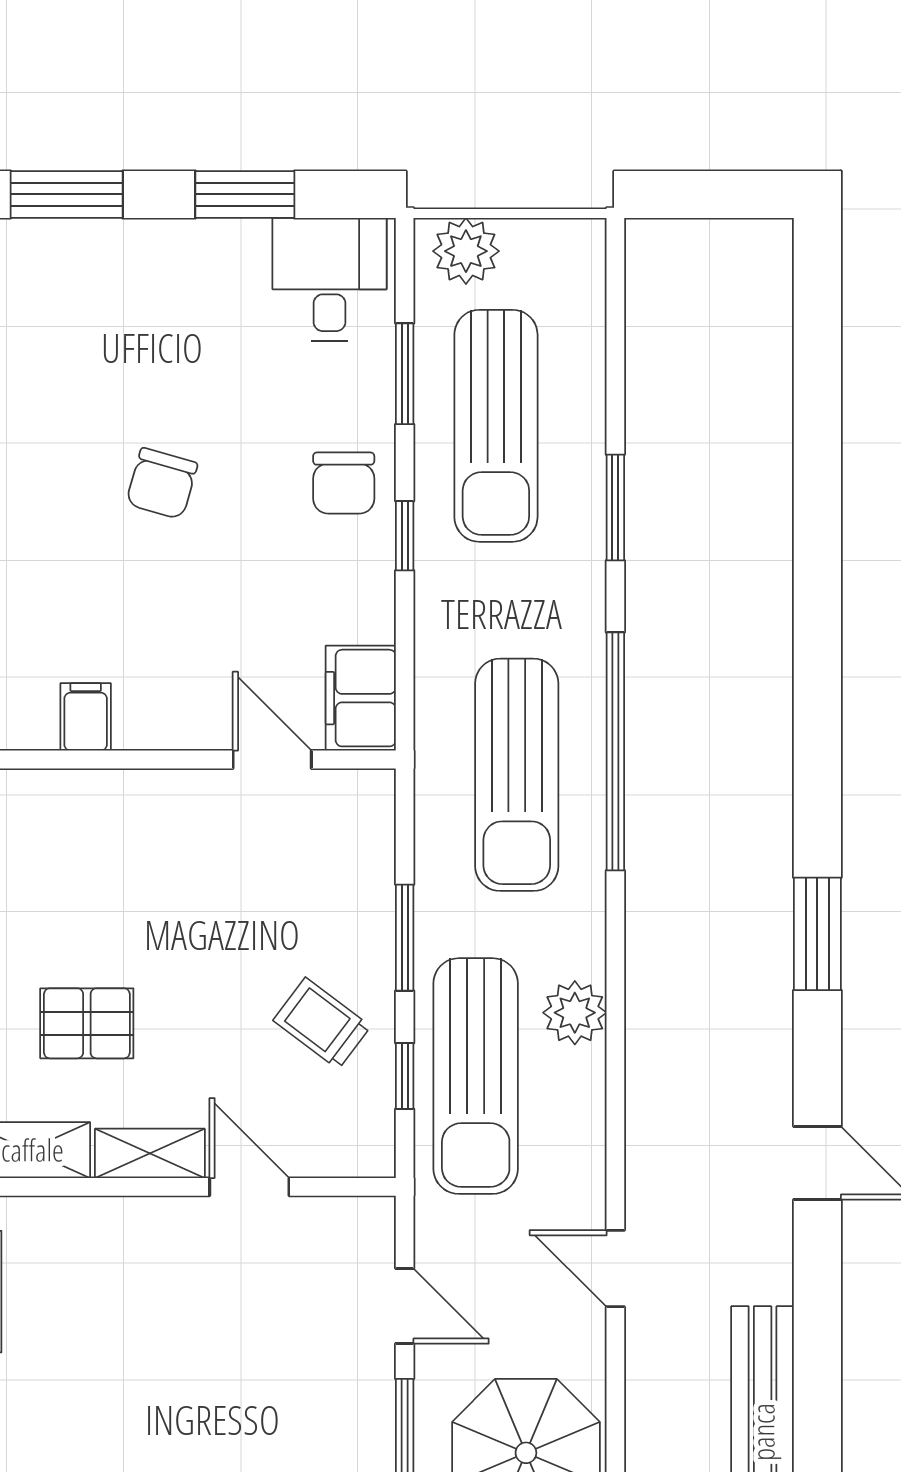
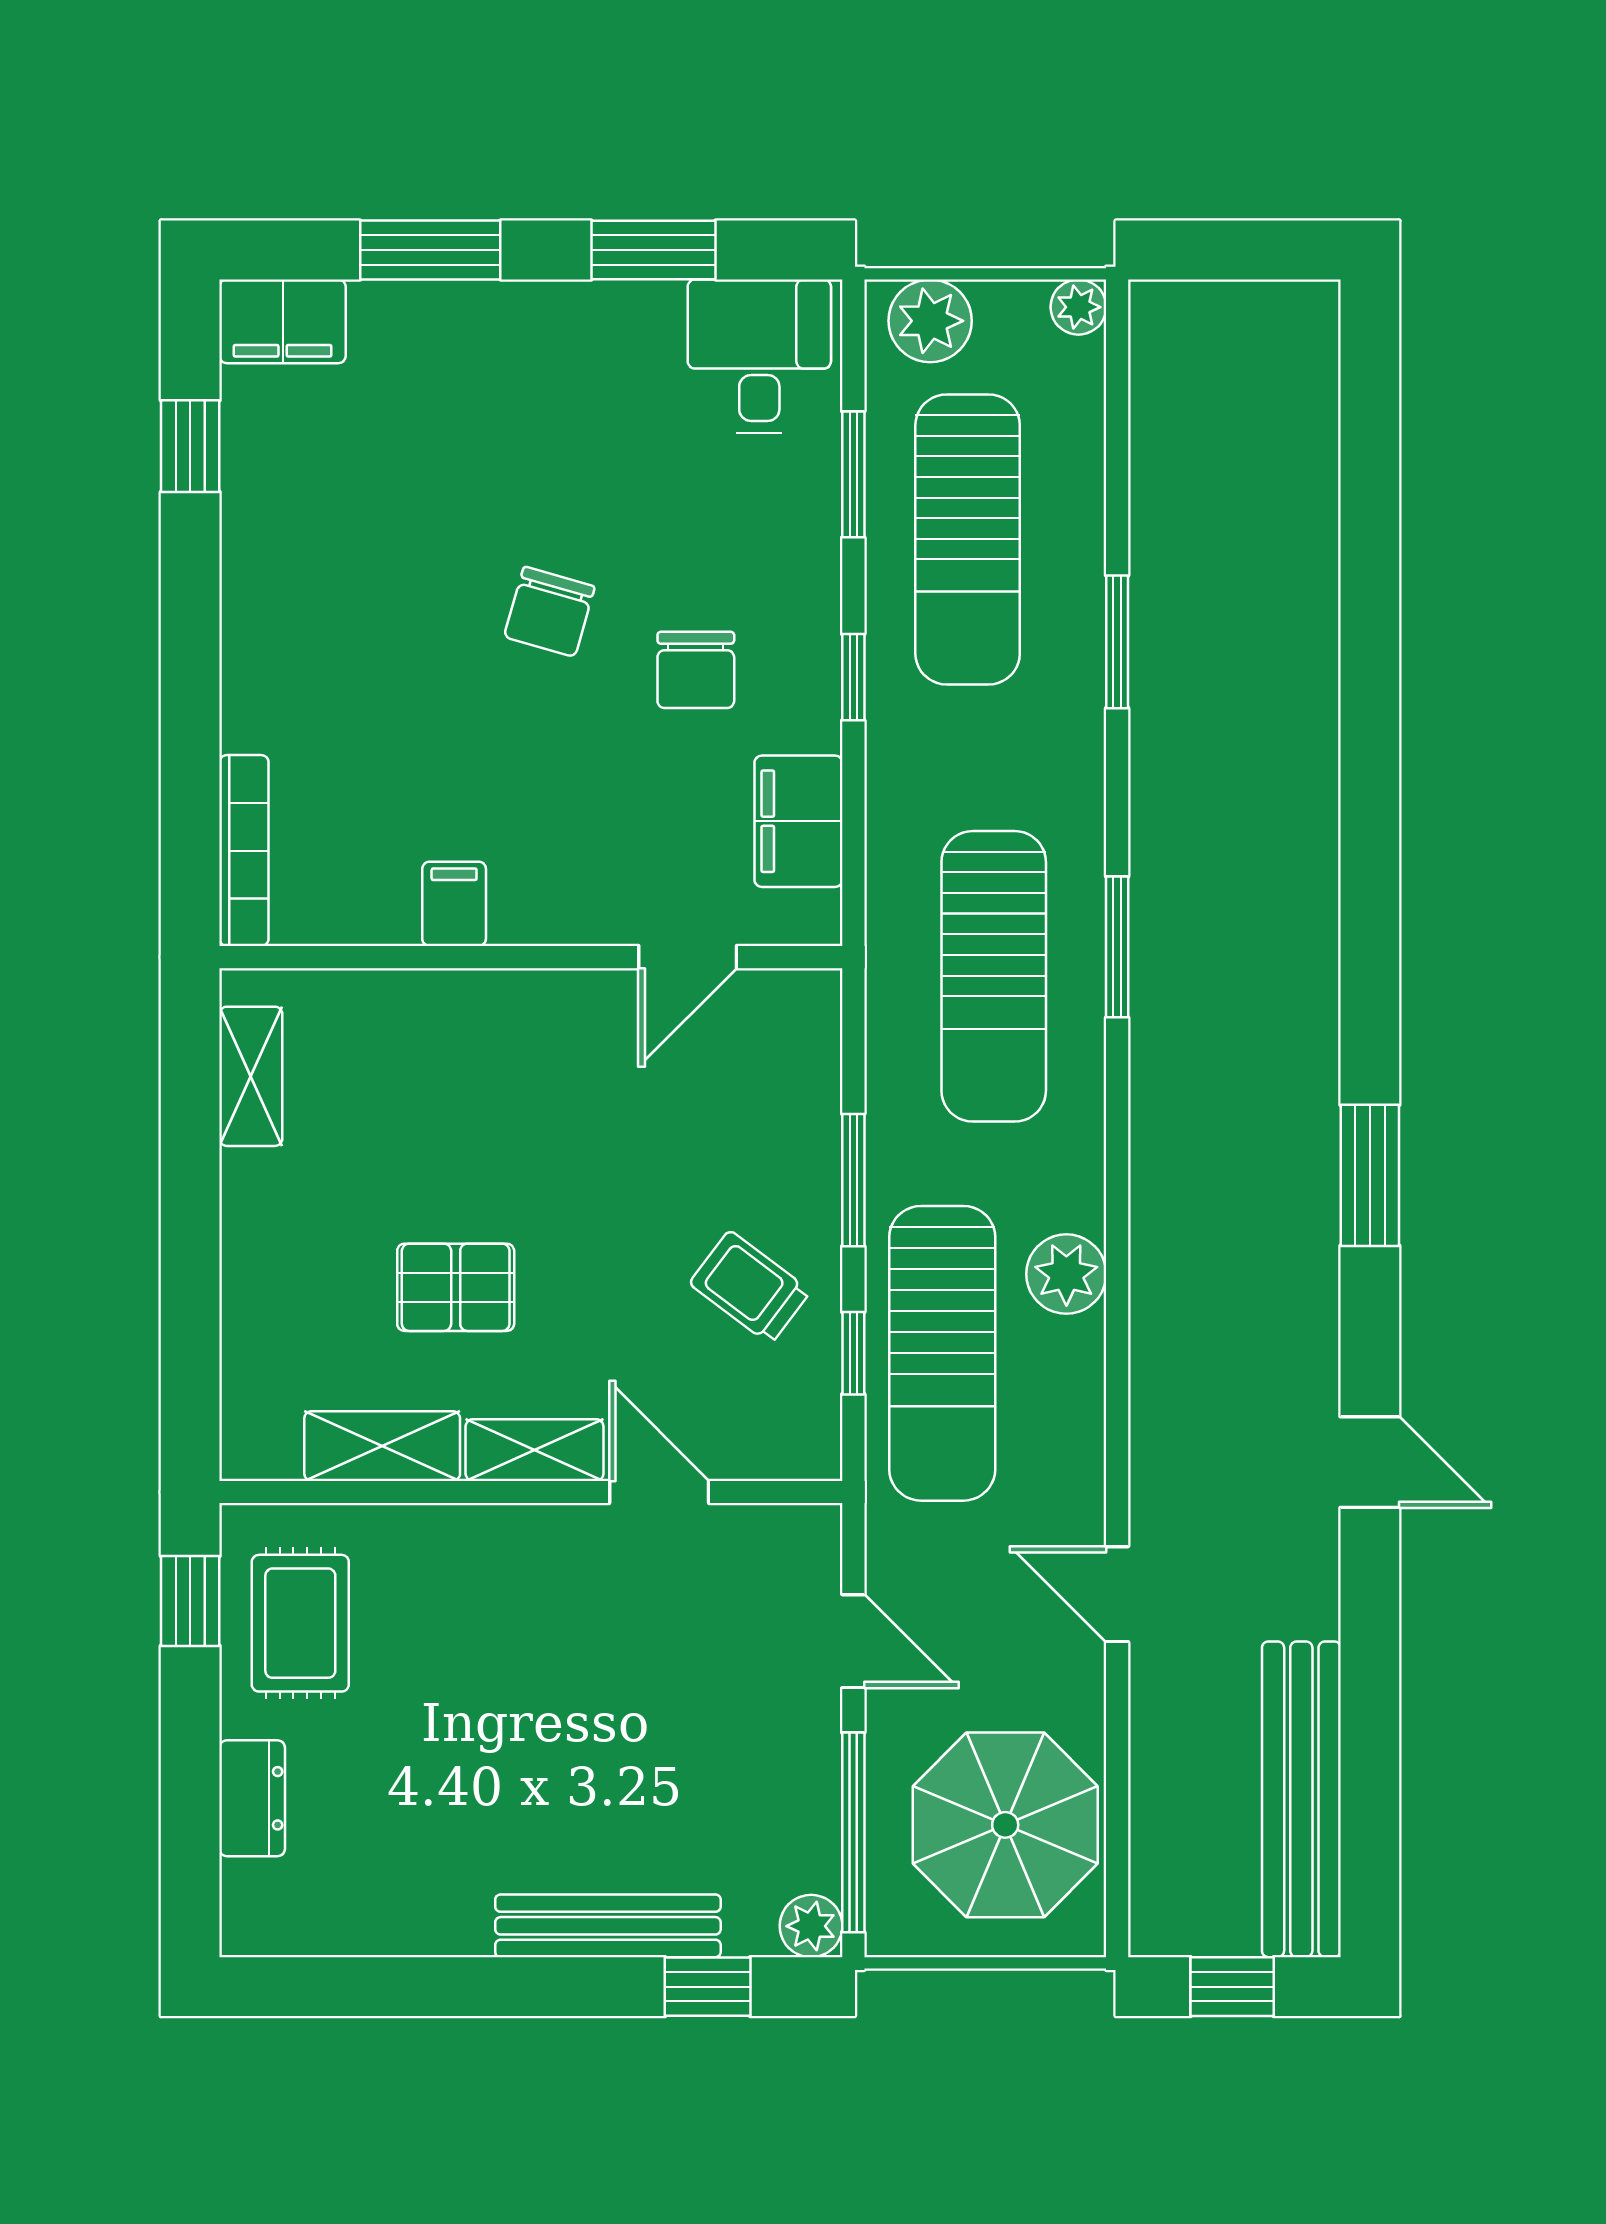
plant: (584, 240) -> (1078, 307), added
chair: (344, 483) -> (696, 670), moved
filing cabinet: (361, 698) -> (798, 821), moved
window: (615, 751) -> (1117, 947), width x0.47
door: (272, 759) -> (688, 957), swing flipped

